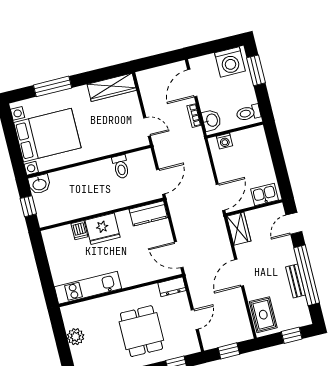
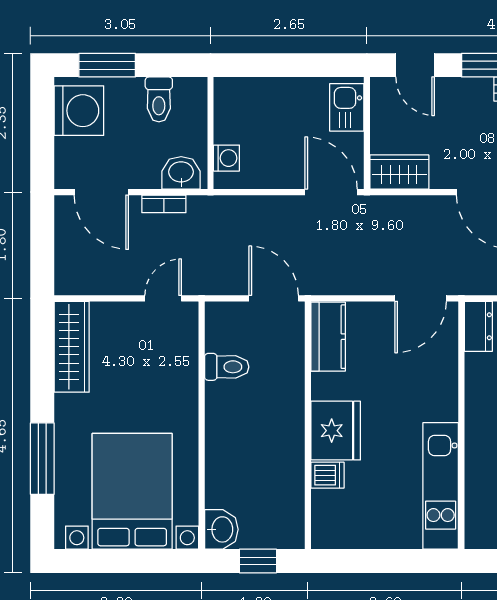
toilet: (248, 113) -> (159, 99), moved

